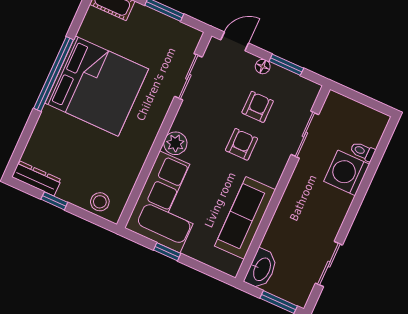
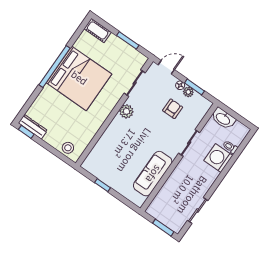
plant: (278, 75) -> (188, 92), added
sliding door: (305, 135) -> (189, 143), moved
plant: (175, 143) -> (126, 111), moved
armchair: (241, 144) -> (159, 129), removed
window: (54, 201) -> (26, 132), moved
corner sofa: (170, 202) -> (110, 156), removed
washbasin: (261, 269) -> (223, 119), moved, turned 90

